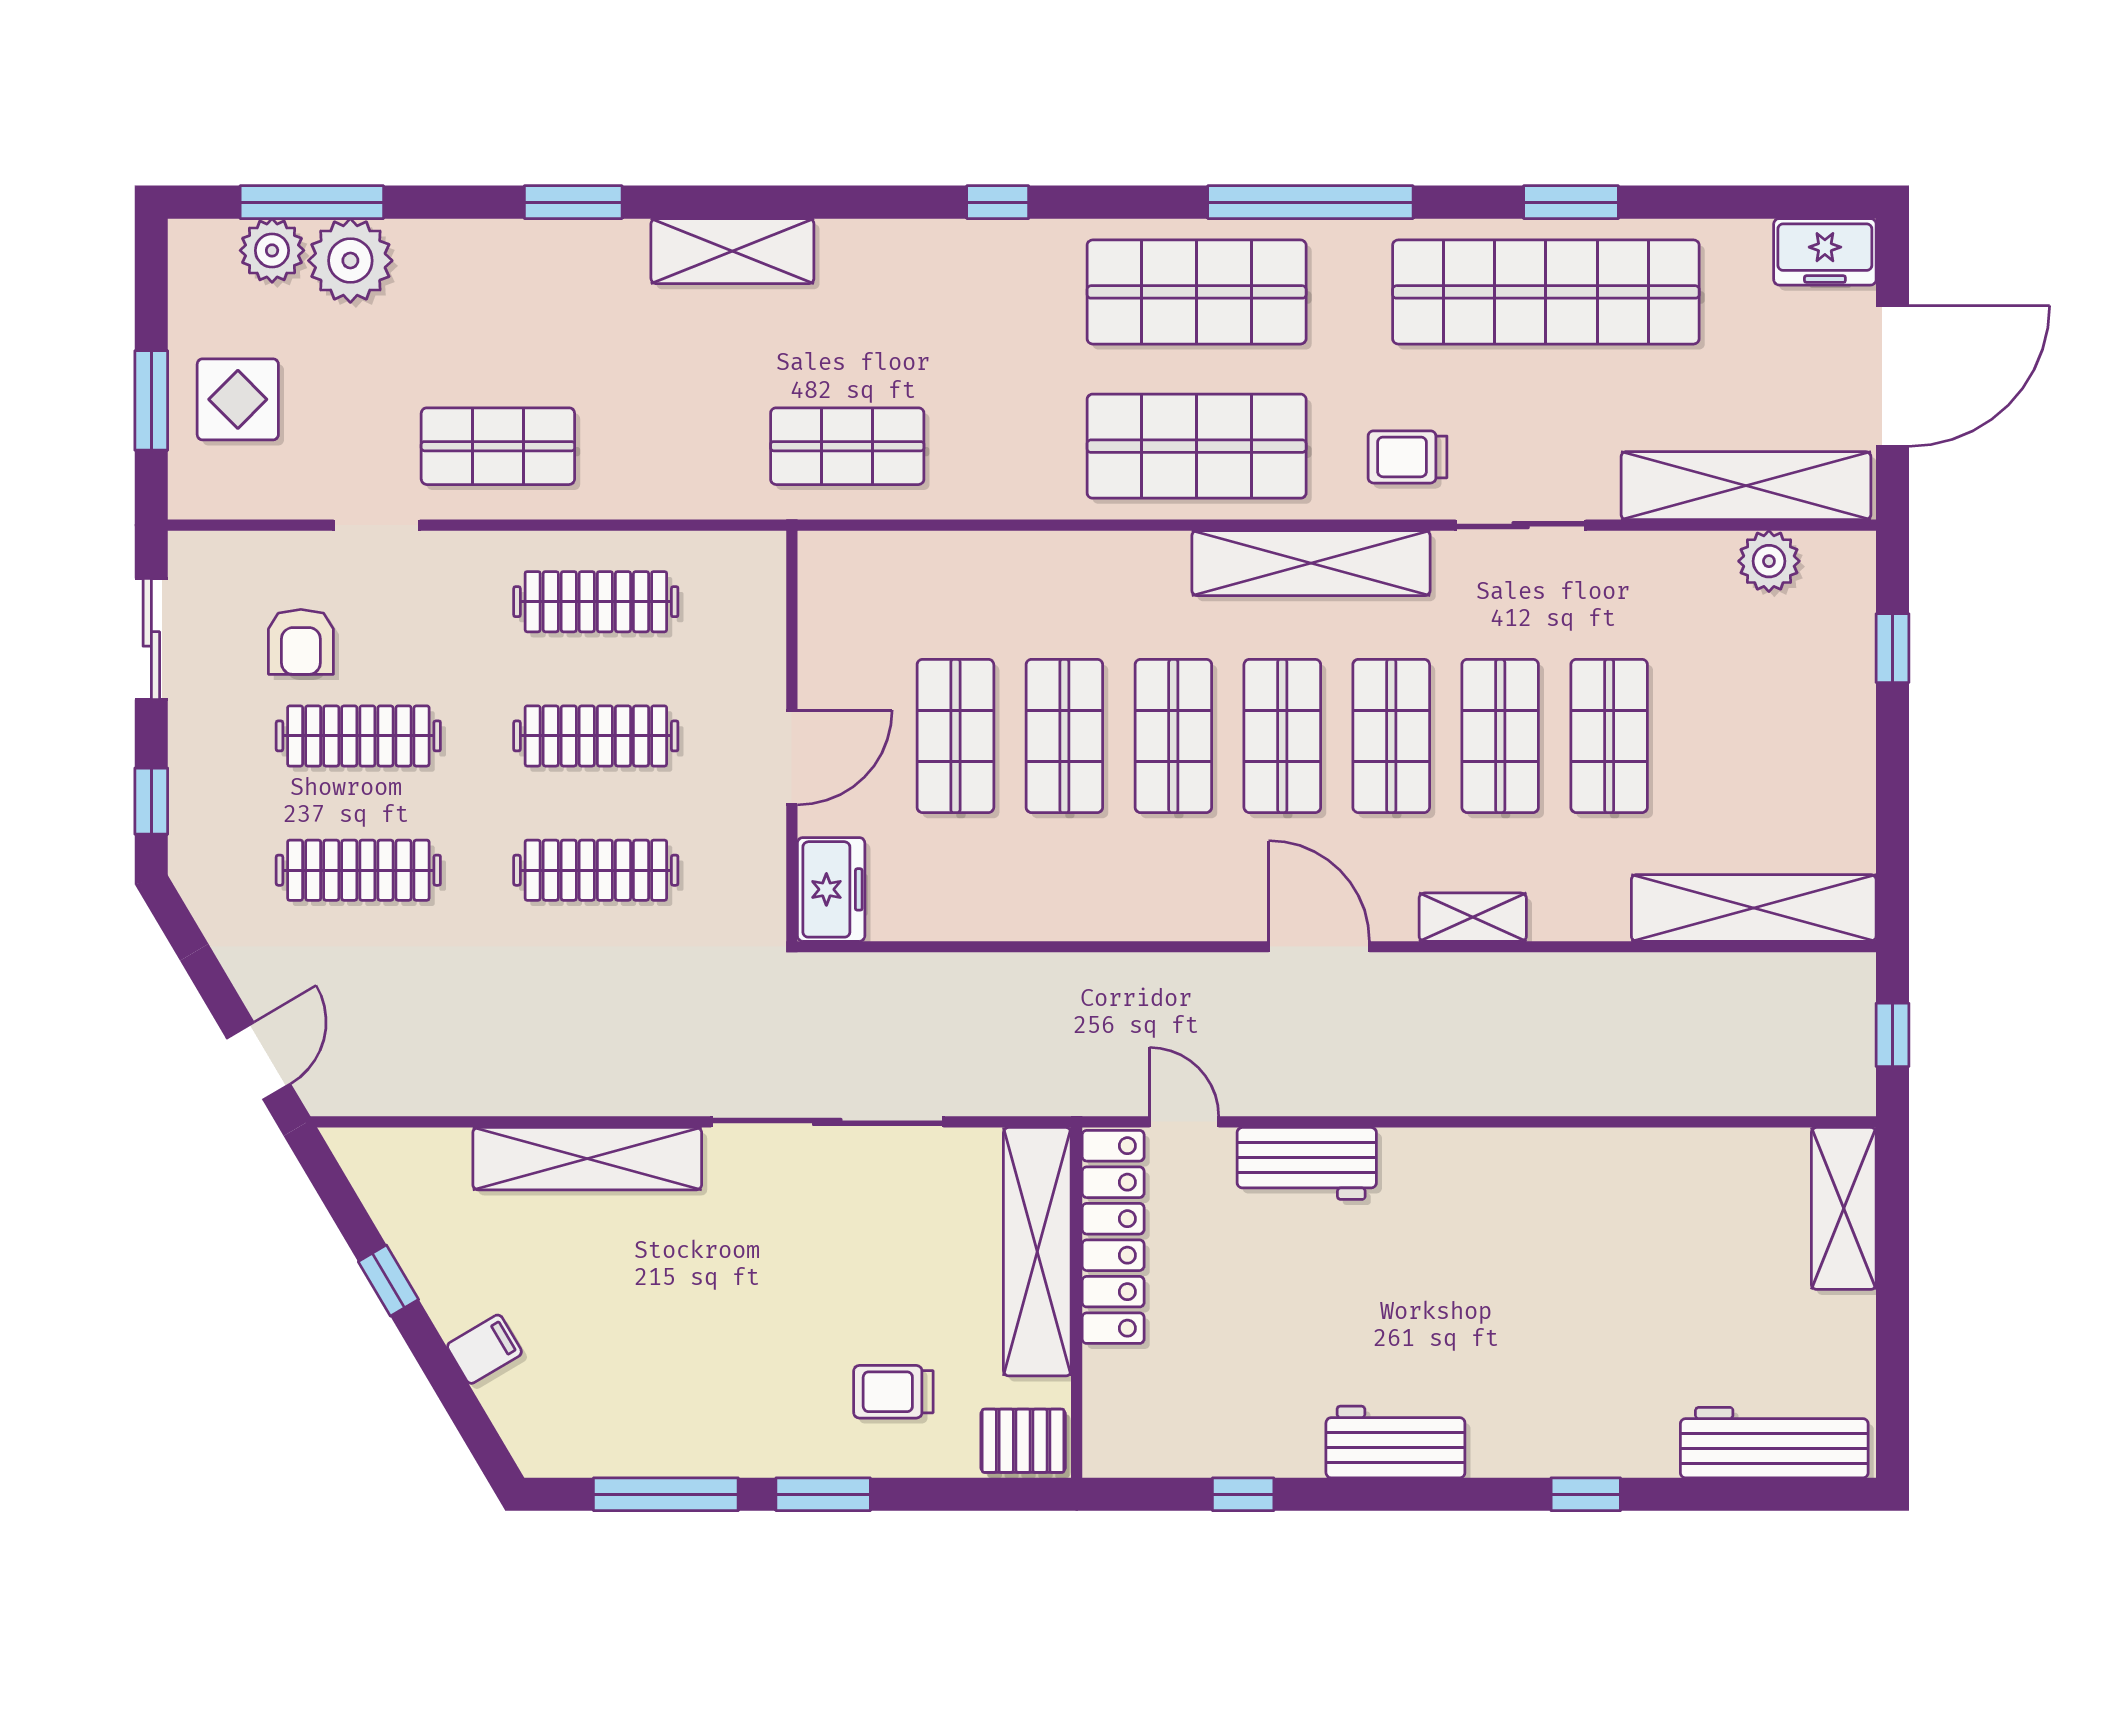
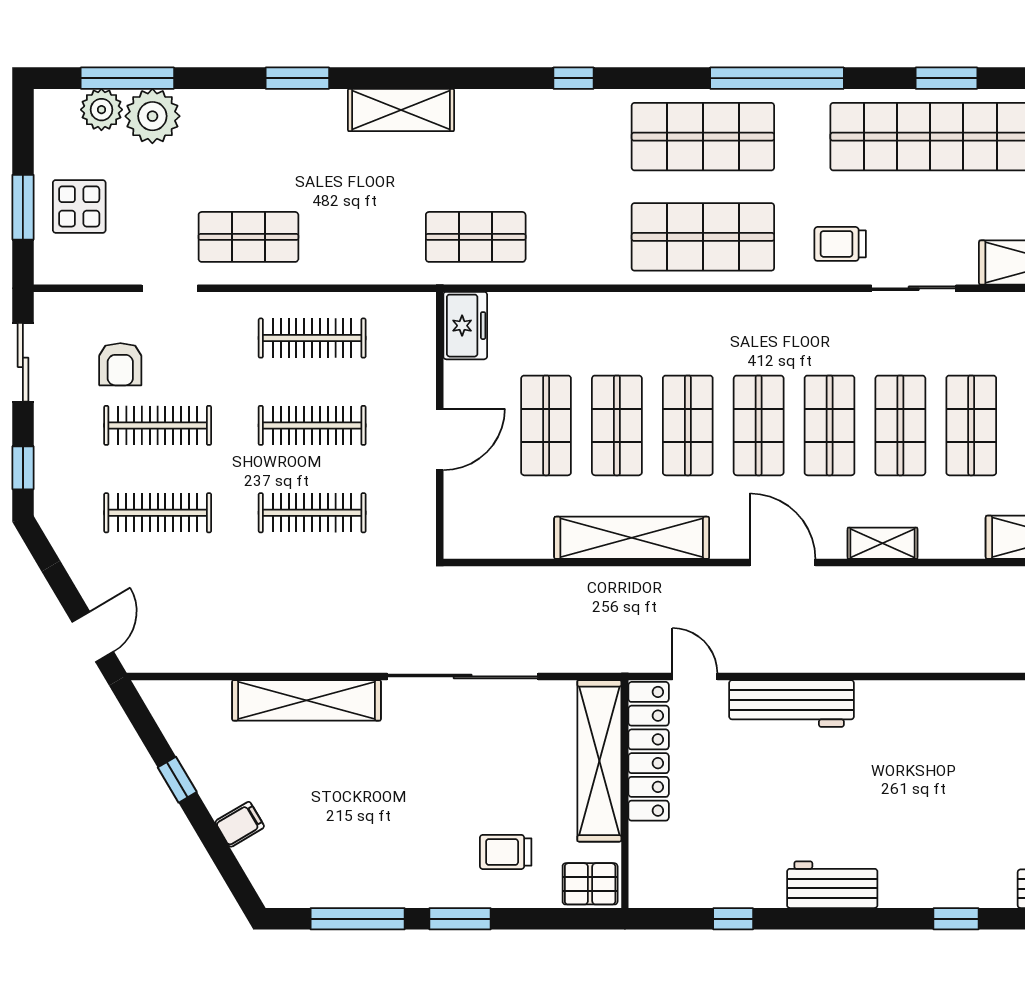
shelving: (1311, 563) -> (632, 538), moved
freezer: (831, 889) -> (465, 326), moved
workbench: (1307, 1163) -> (792, 703), width x1.38

